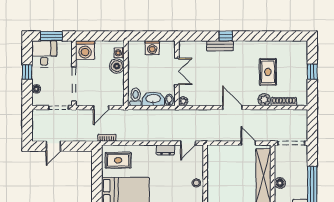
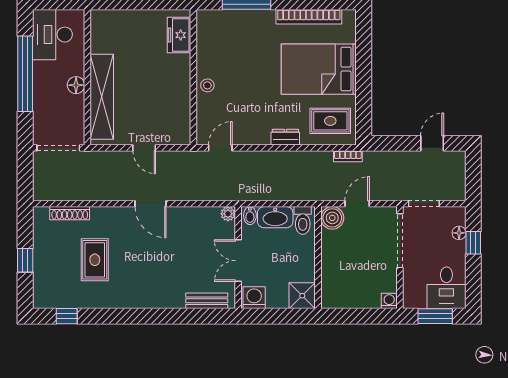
window: (226, 36) -> (67, 316), moved
bench: (220, 46) -> (207, 301), moved
washing machine: (152, 48) -> (254, 298), moved
shower: (136, 49) -> (302, 296), added
washing machine: (85, 50) -> (389, 301), width x0.53, depth x0.53
washing machine: (119, 53) -> (329, 290), removed
boiler: (117, 66) -> (332, 218), moved
window: (27, 72) -> (473, 243), moved
plant: (264, 100) -> (101, 216), removed
door: (248, 143) -> (144, 148), moved
dresser: (166, 150) -> (285, 137), moved

